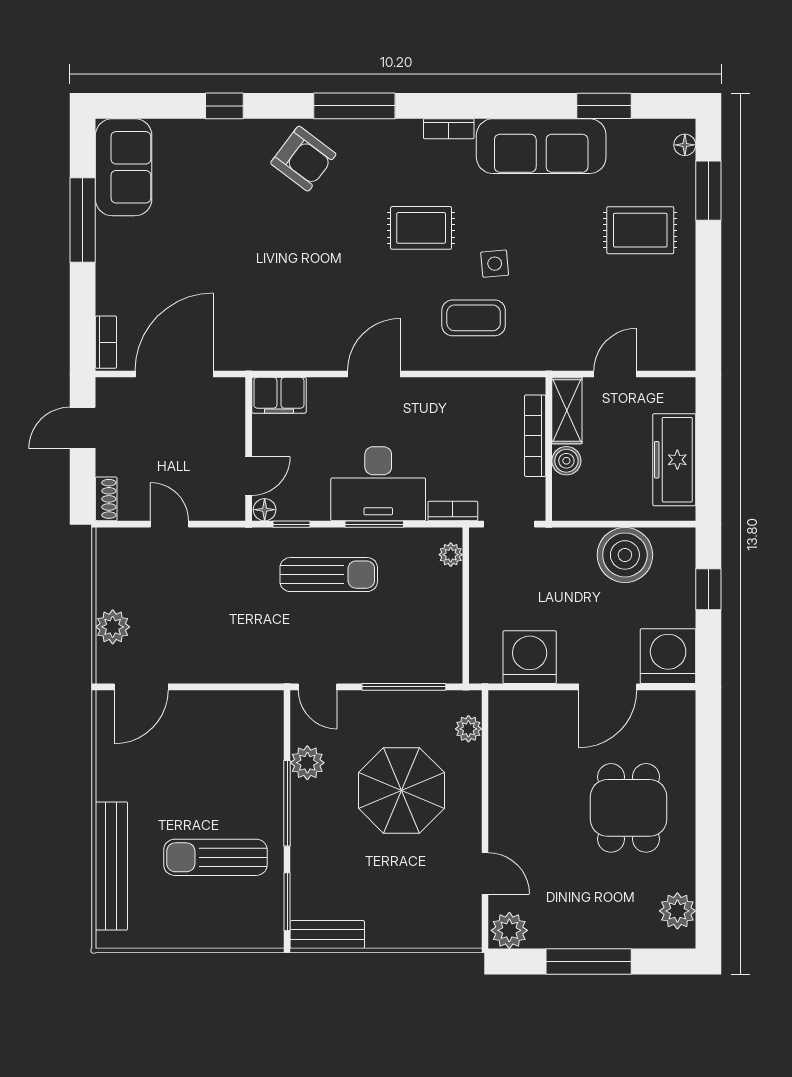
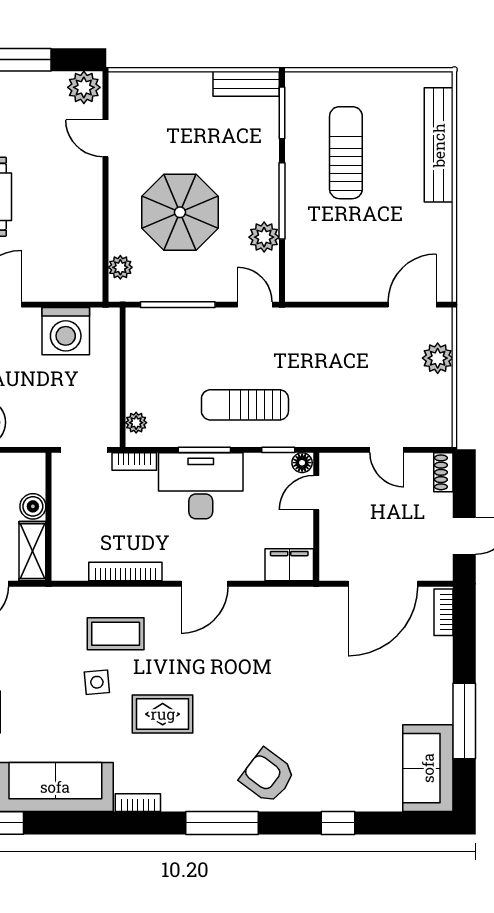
bookcase: (535, 436) -> (125, 572), moved, turned -90
sun lounger: (215, 857) -> (346, 153), turned -90

